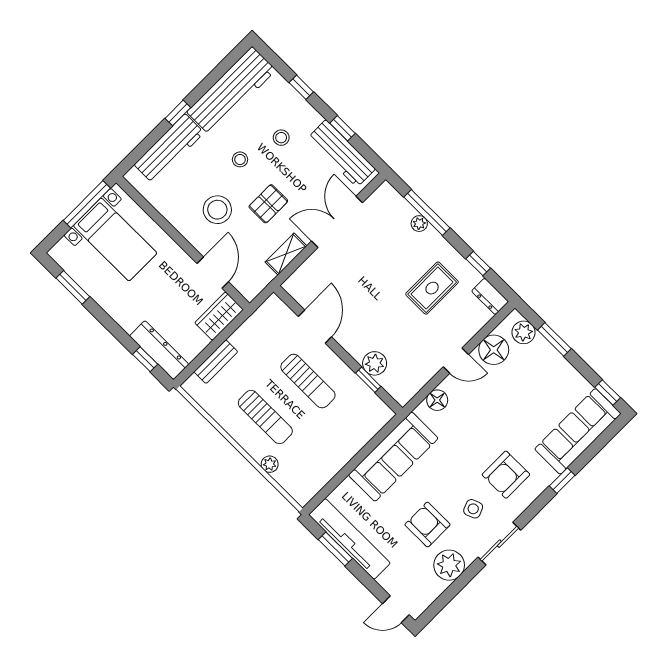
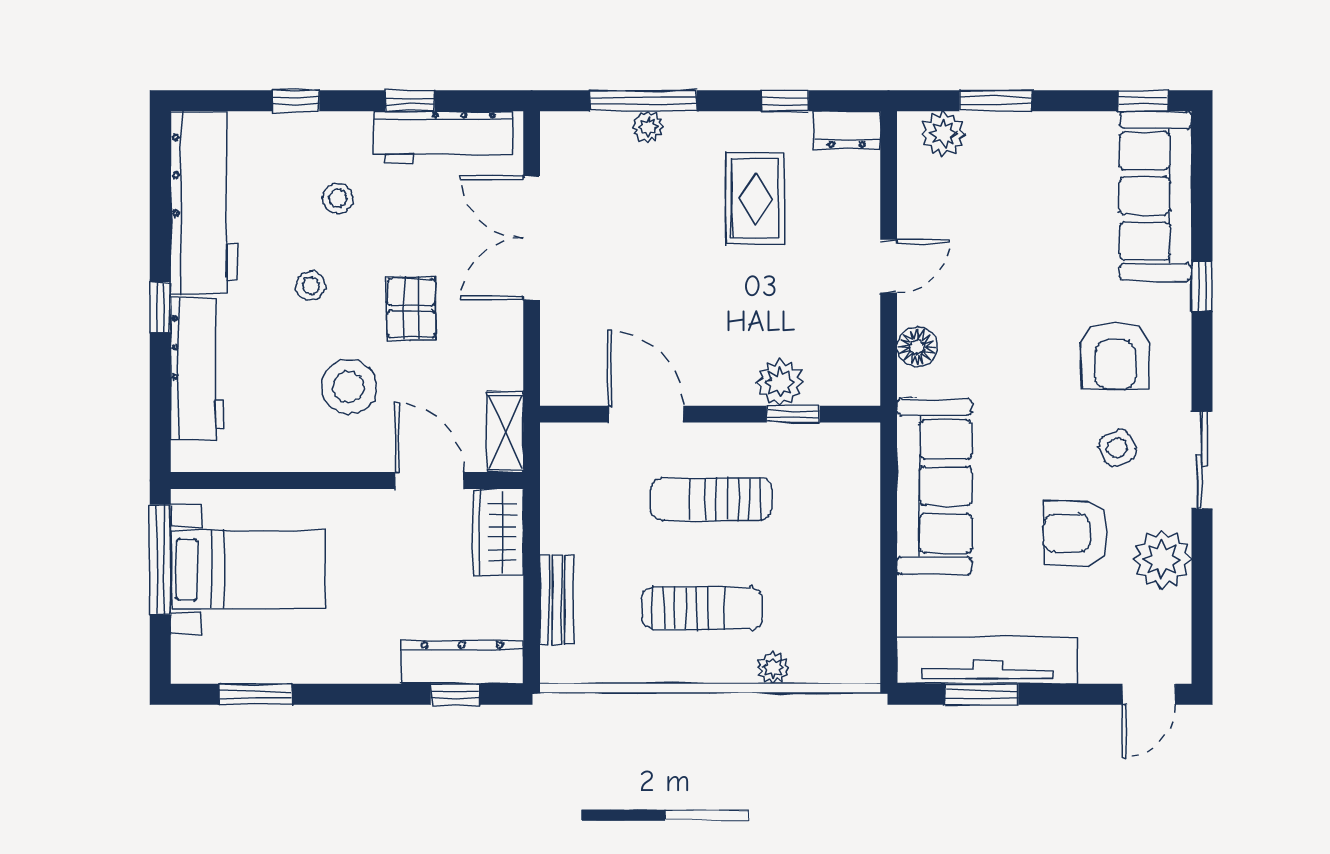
shelving: (286, 254) -> (505, 432), moved
floor lamp: (494, 350) -> (926, 199), removed
sun lounger: (308, 381) -> (711, 499), turned 180

